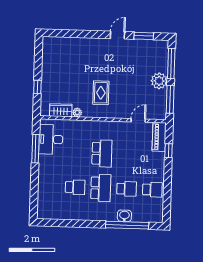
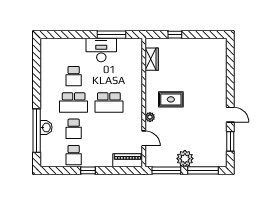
plant: (77, 113) -> (150, 117), moved
desk: (51, 139) -> (101, 50), moved
window: (169, 151) -> (88, 170), moved

